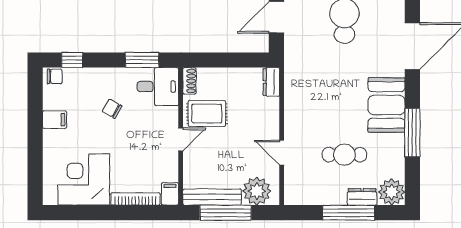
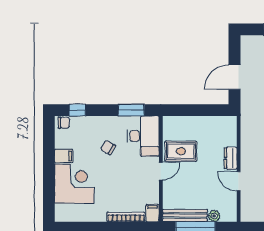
shoe rack: (189, 81) -> (168, 126), removed
dresser: (271, 82) -> (231, 158), moved
desk: (158, 87) -> (143, 136), width x1.37
corner desk: (84, 180) -> (74, 184), moved, turned 90
plant: (257, 191) -> (214, 216), width x0.53, depth x0.53

